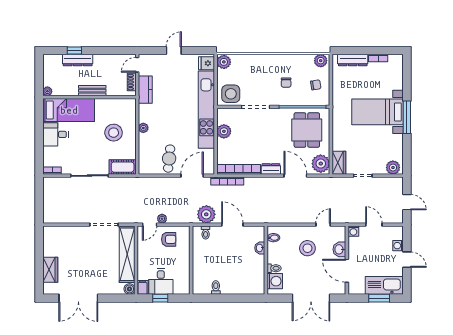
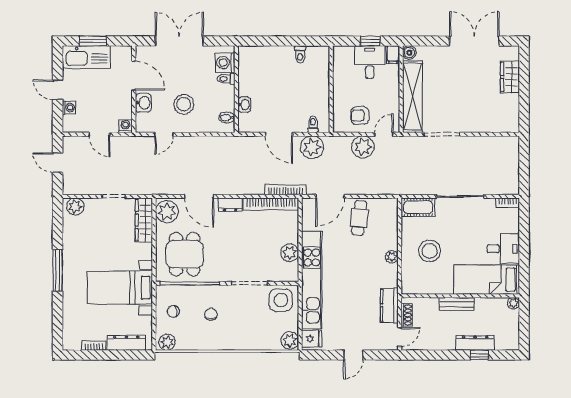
bed with nightstands: (378, 112) -> (120, 288), moved, turned 180
wardrobe: (339, 163) -> (144, 220), width x1.50
plant: (162, 219) -> (363, 147), width x1.87, depth x1.87

